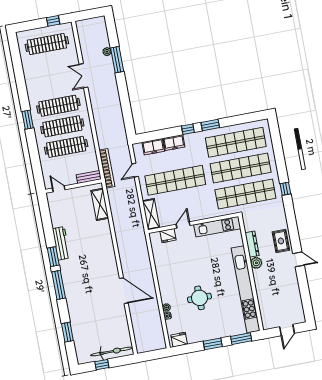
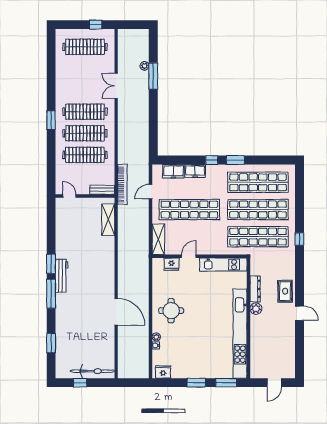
workbench: (61, 243) -> (62, 276), moved
round table: (199, 298) -> (171, 311), moved

